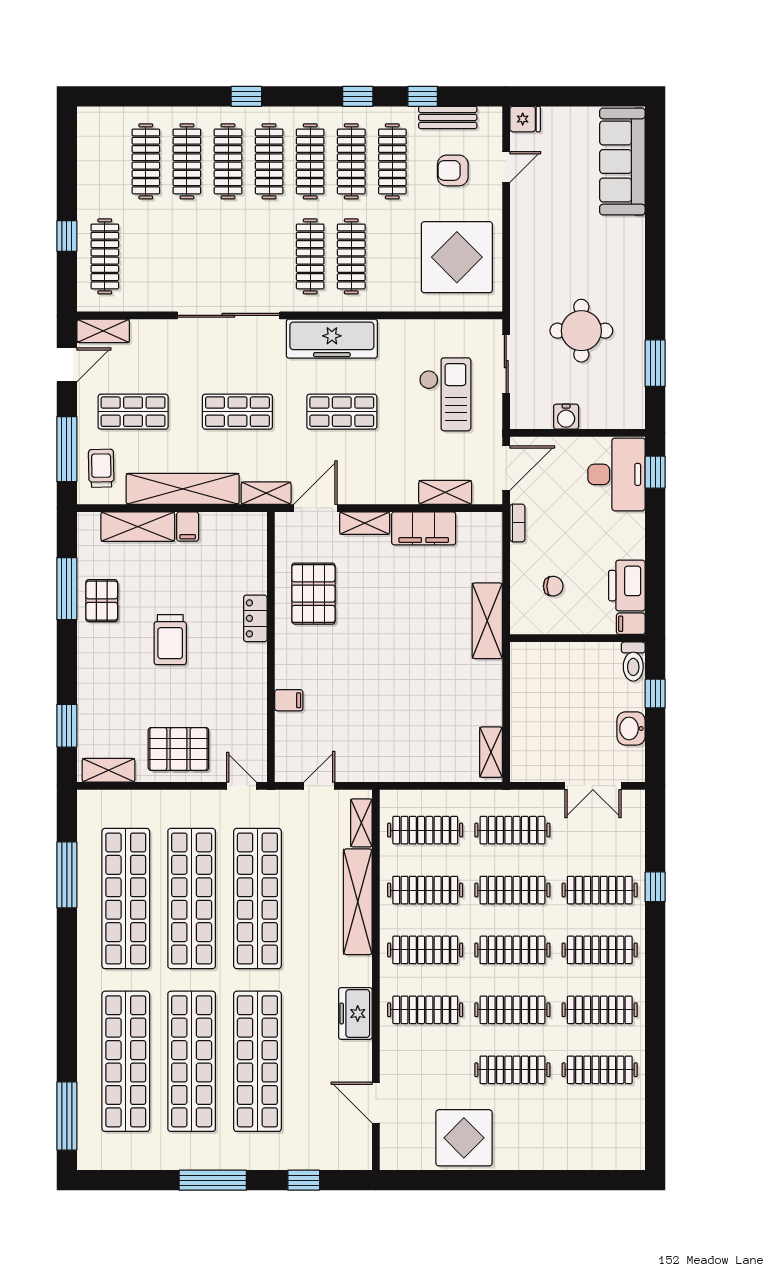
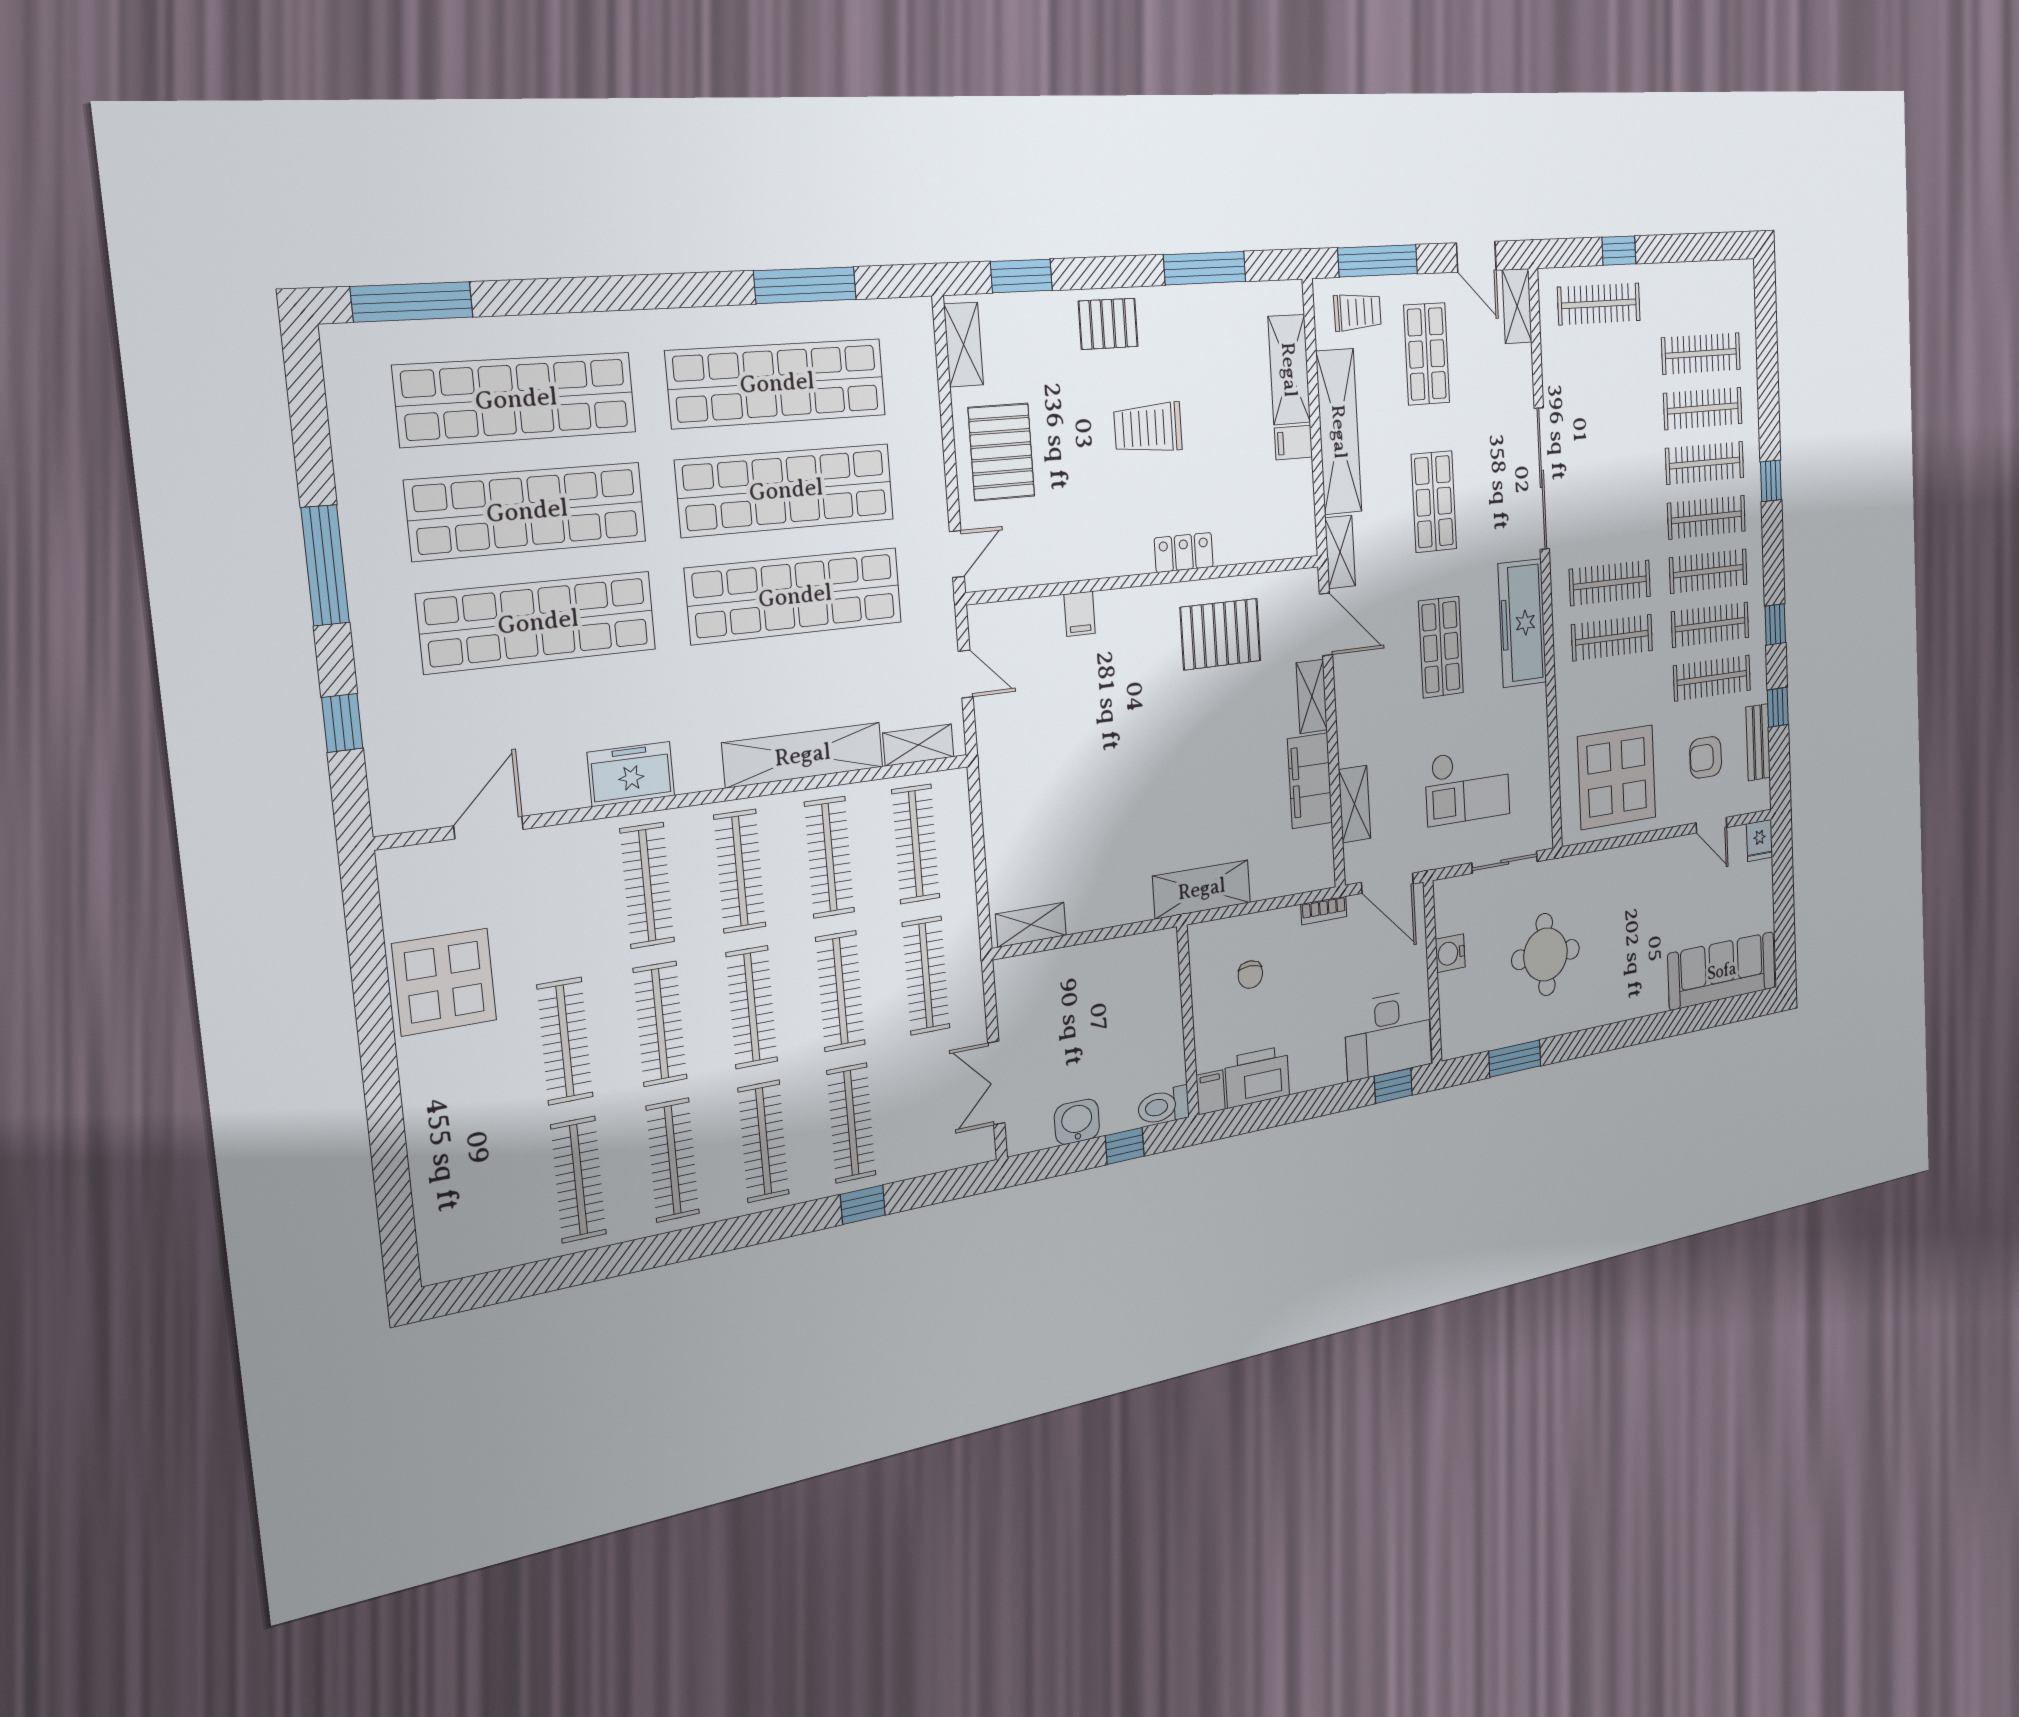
armchair: (453, 170) -> (1706, 757), turned -90
pallet: (102, 601) -> (1108, 324), moved

